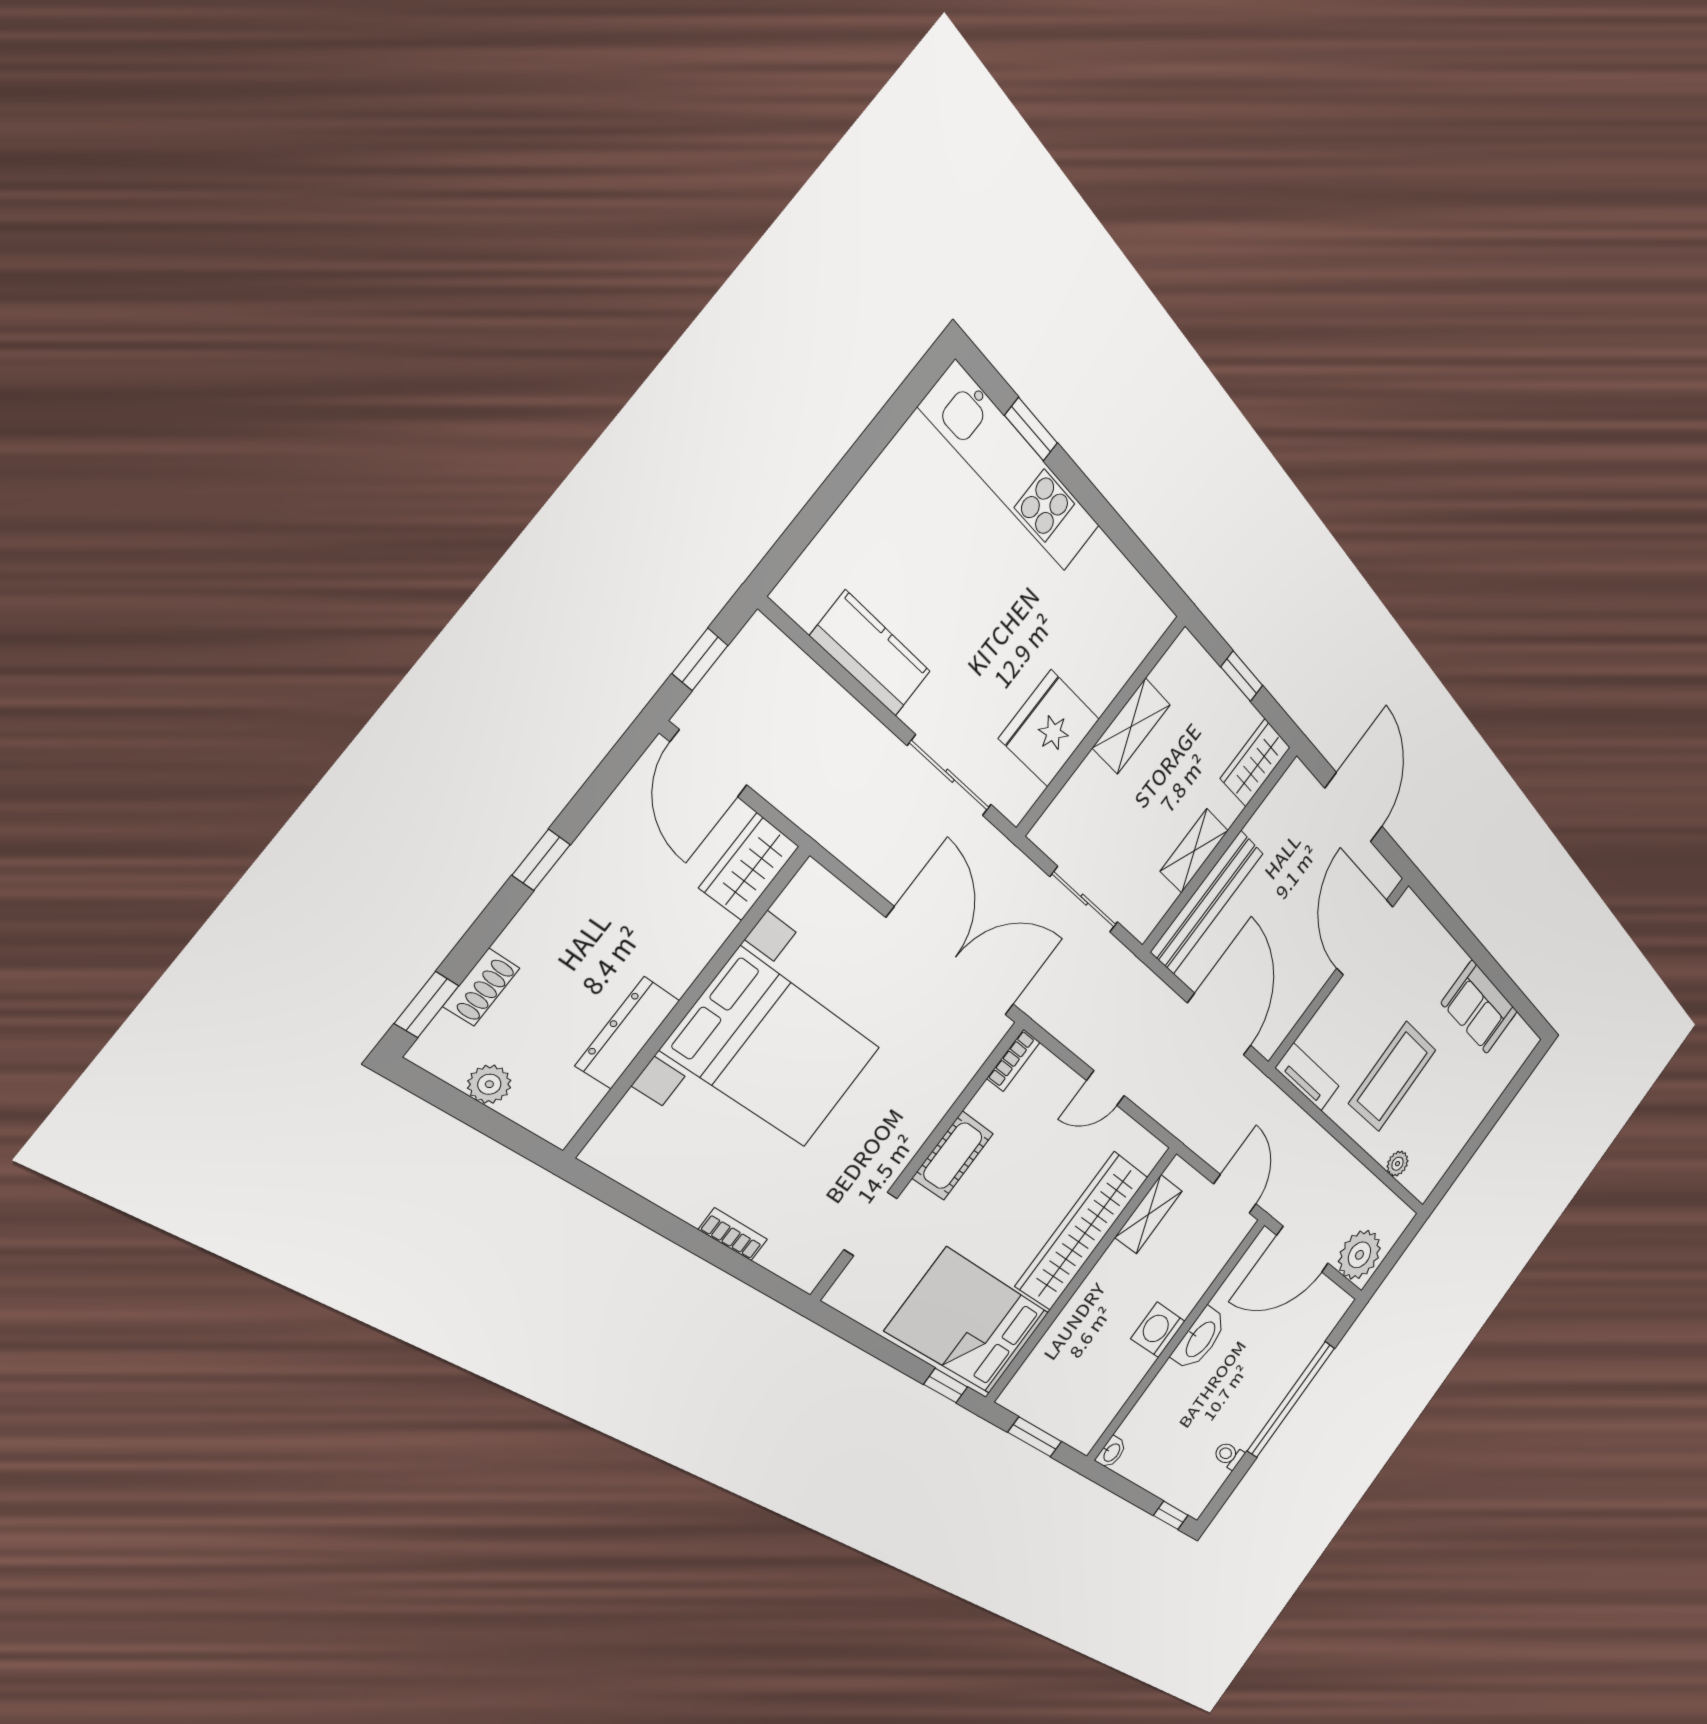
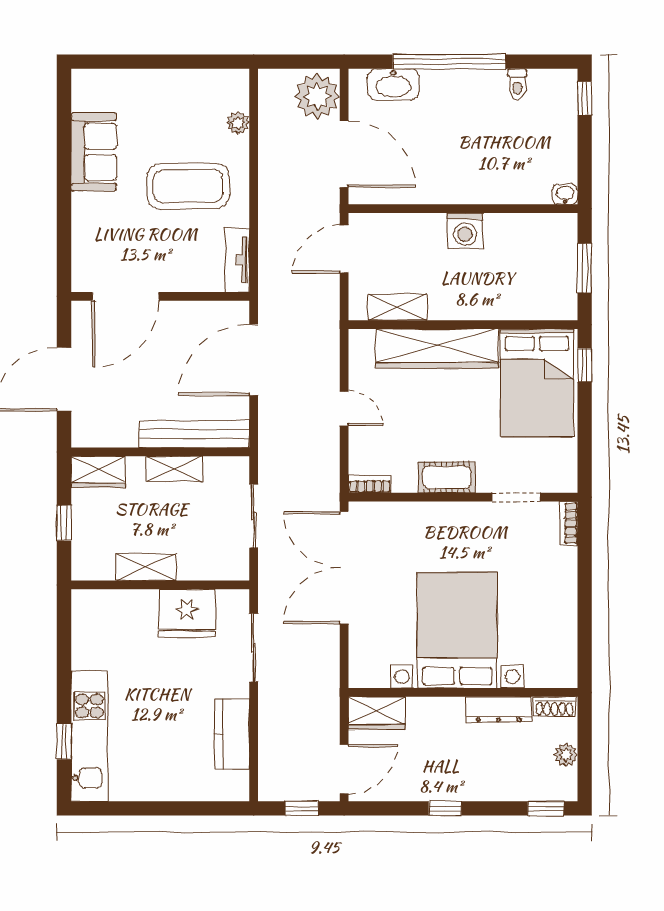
shoe rack: (481, 987) -> (554, 707), moved, turned 180
bookcase: (733, 1234) -> (569, 523), moved
washbasin: (1200, 1339) -> (393, 84), moved, turned 180

